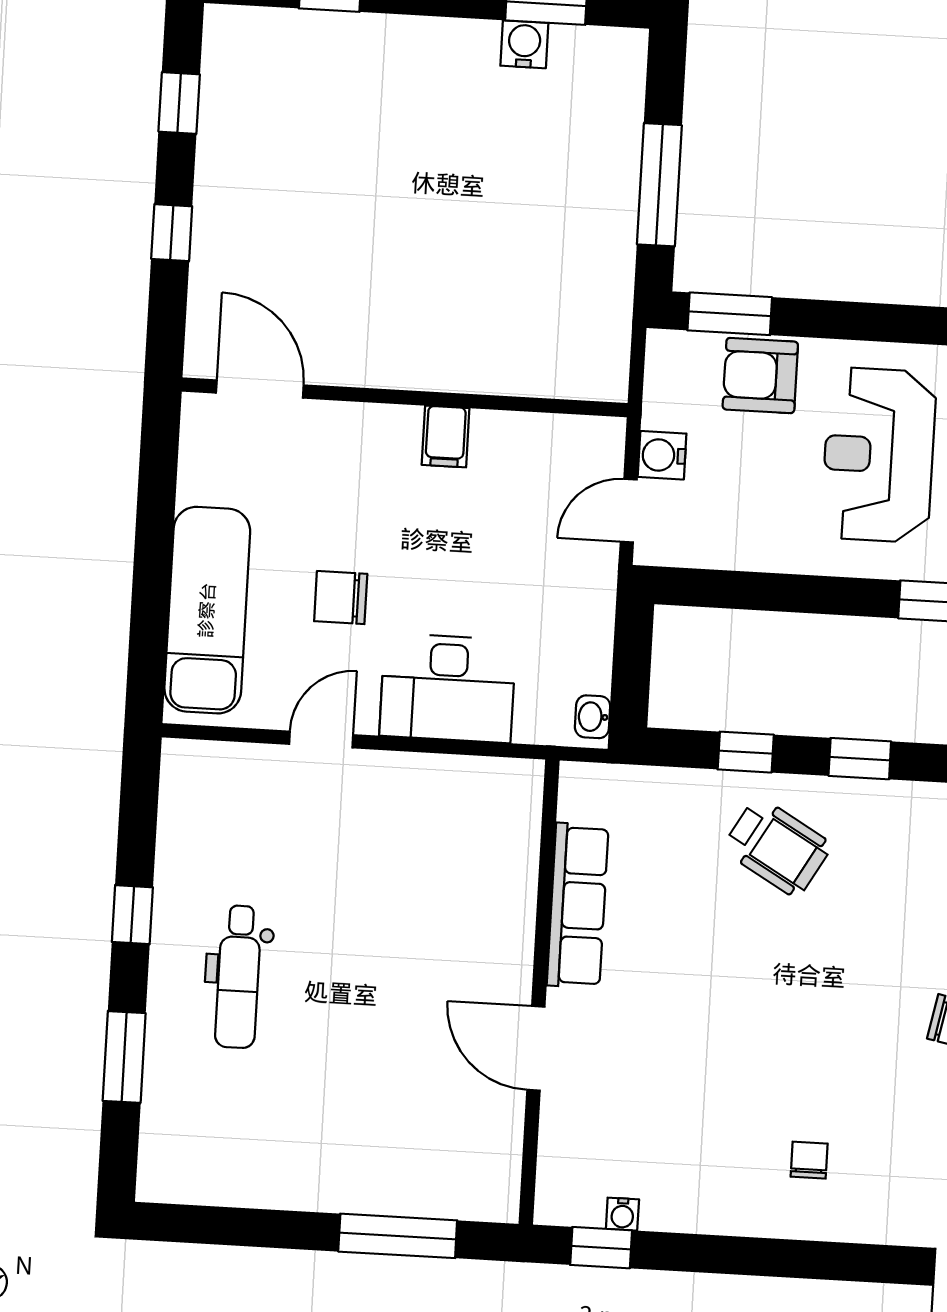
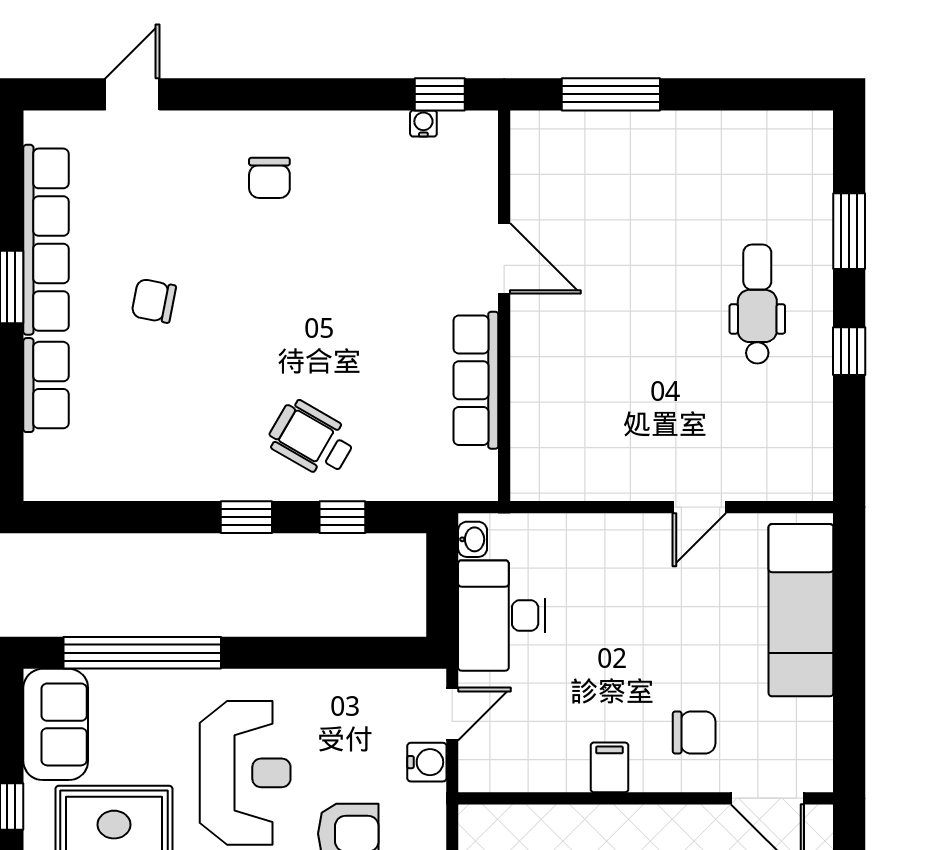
chair: (341, 598) -> (694, 732), moved
desk: (448, 688) -> (502, 616), moved, turned -90
chair: (809, 1160) -> (269, 178), width x1.37, depth x1.37

